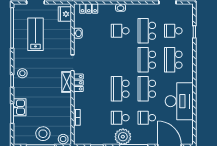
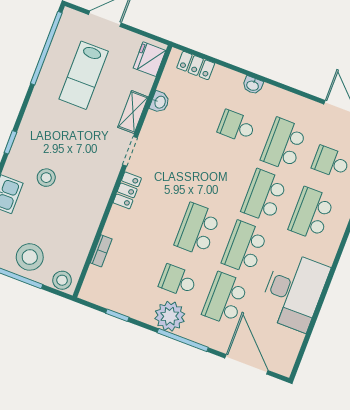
lab bench: (35, 34) -> (84, 75), turned 180
stool: (22, 73) -> (46, 178), moved
shelving: (67, 82) -> (133, 112), moved
school desk: (147, 118) -> (225, 299), width x1.85

